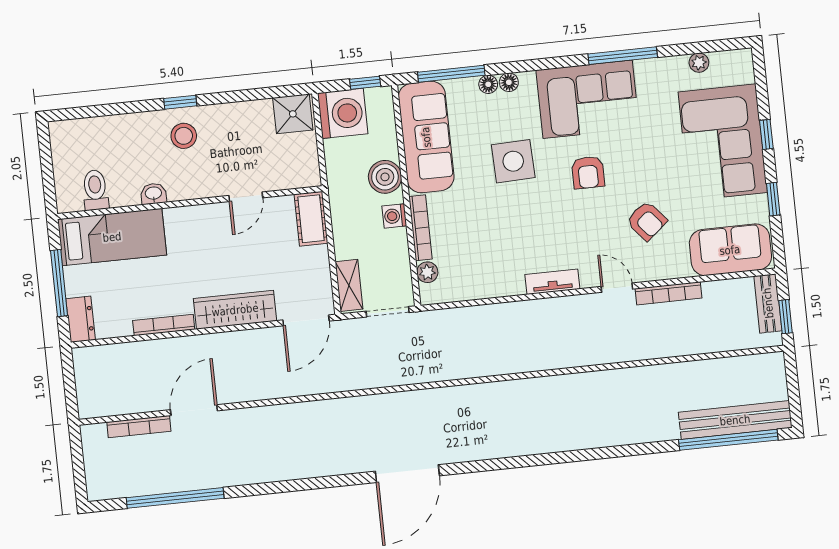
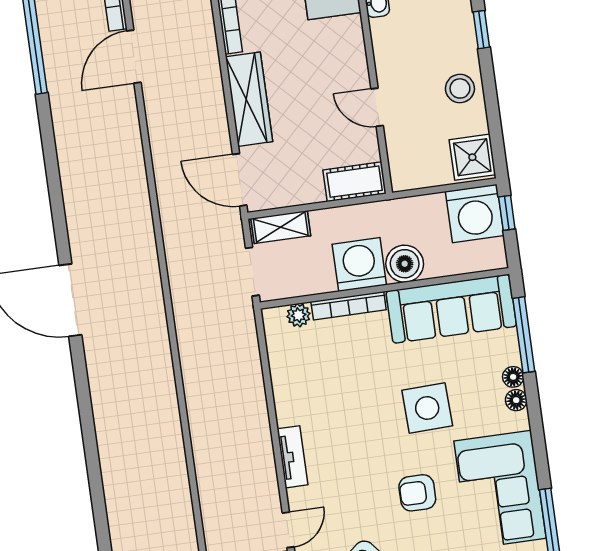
window: (365, 83) -> (507, 213), moved
stool: (184, 136) -> (460, 88), moved
washing machine: (394, 216) -> (359, 265), width x1.89, depth x1.89
door: (194, 410) -> (134, 57), swing flipped

